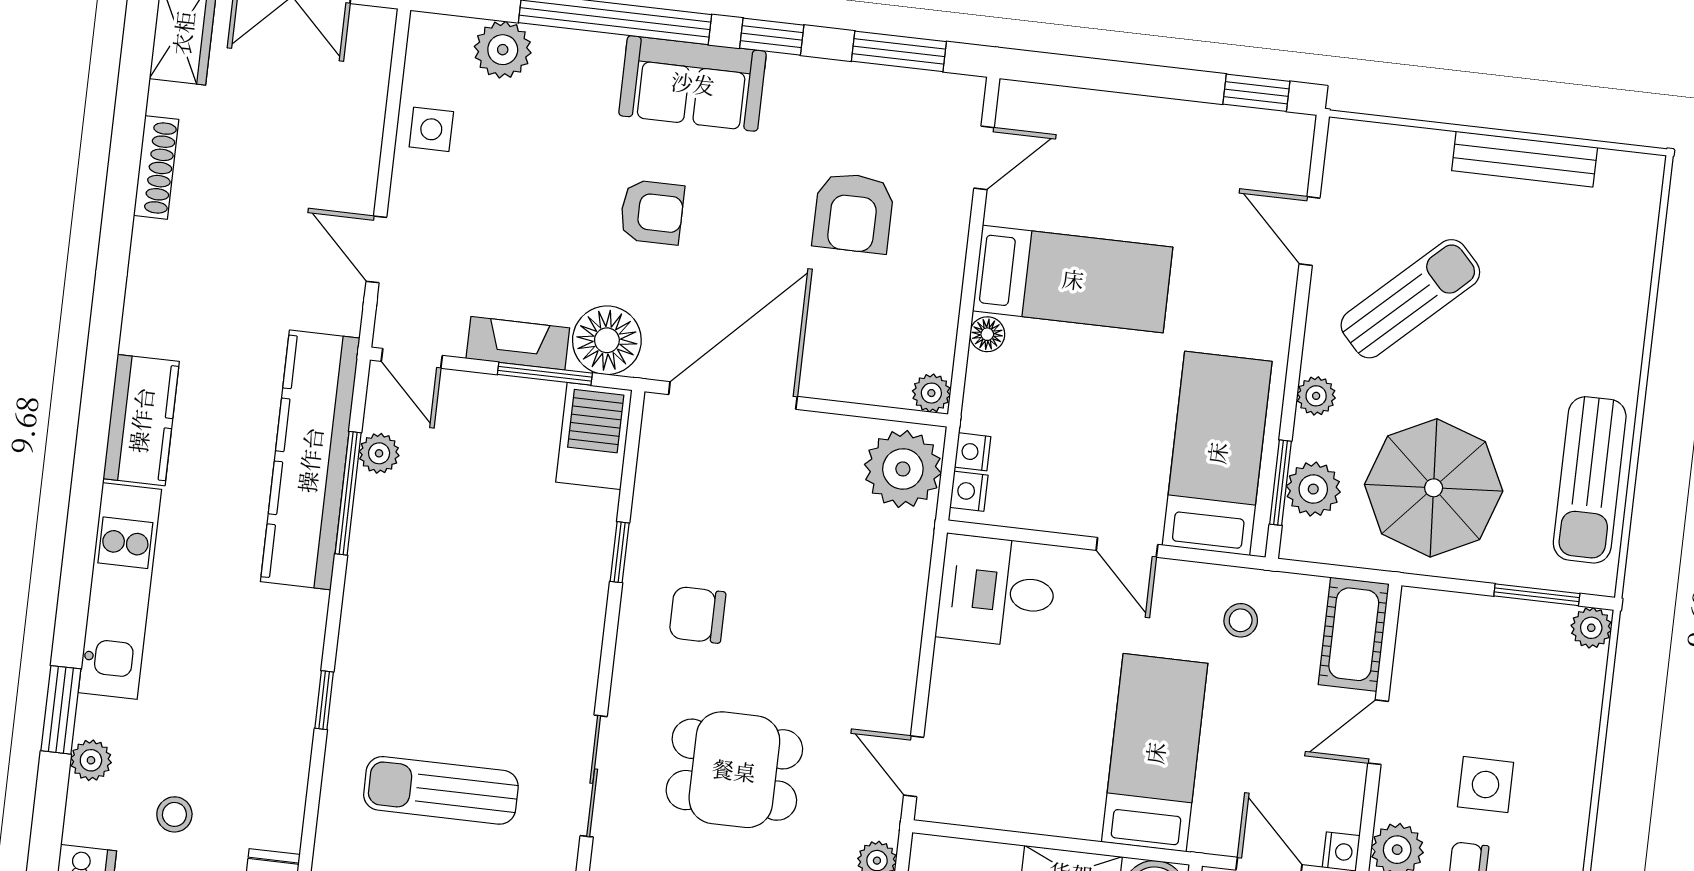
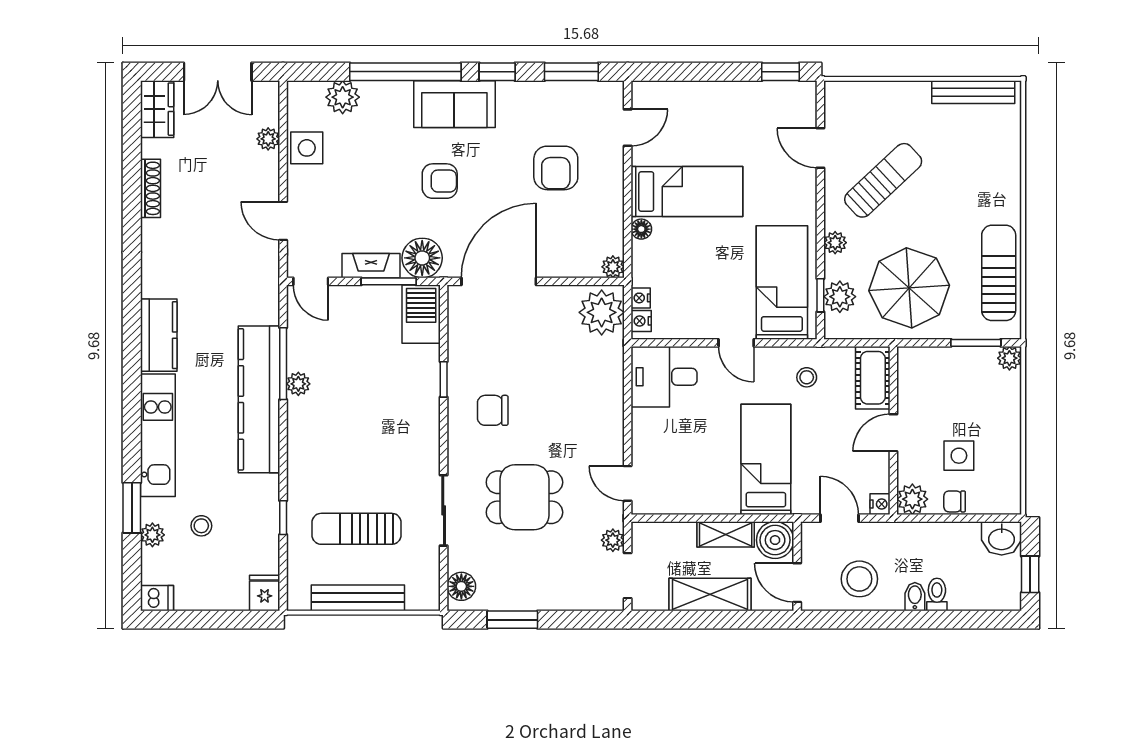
plant: (367, 106) -> (268, 139), added
side table: (431, 129) -> (307, 148), width x1.37, depth x1.37
bench: (1525, 159) -> (973, 92), moved
plant: (379, 453) -> (298, 384), moved
kitchen counter: (310, 460) -> (259, 399), moved
sun lounger: (1590, 480) -> (999, 273), turned 180
window: (1280, 483) -> (820, 295), width x0.67
window: (324, 700) -> (283, 518), moved
stool: (174, 814) -> (201, 526), moved

